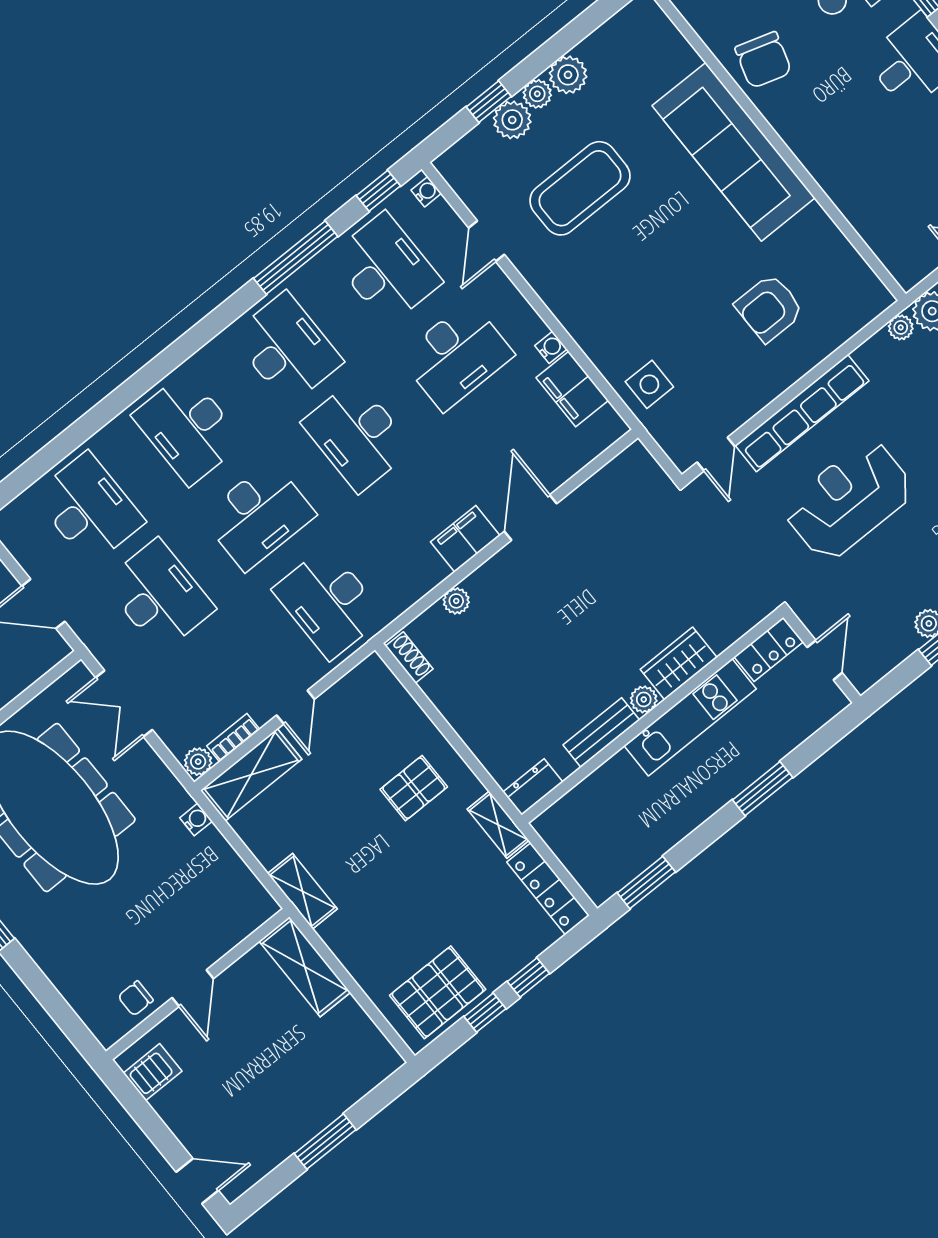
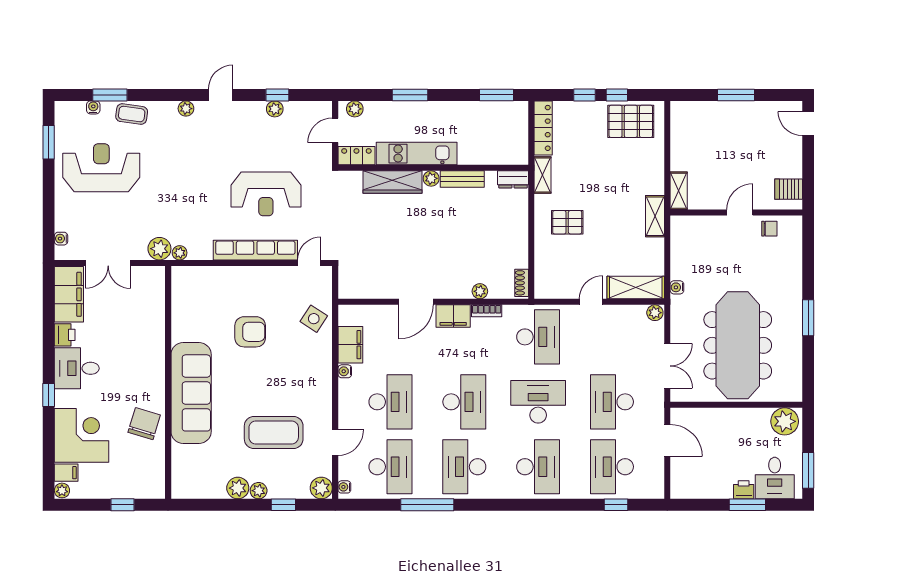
plant: (512, 120) -> (321, 488), moved
window: (378, 191) -> (616, 505), moved
desk: (386, 269) -> (390, 467), turned 180
armchair: (769, 308) -> (250, 332), moved
desk: (456, 356) -> (390, 402), turned 90
side table: (649, 384) -> (314, 319), turned 33
wardrobe: (679, 663) -> (392, 182), width x1.50
plant: (821, 710) -> (355, 109), added
bookcase: (233, 738) -> (487, 311), moved
shelving: (305, 967) -> (679, 191), width x0.67, depth x0.75

